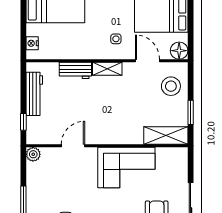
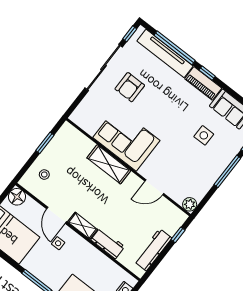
door: (148, 61) -> (57, 215), moved
stool: (171, 86) -> (44, 175), width x0.53, depth x0.53
shelving: (166, 136) -> (109, 164), moved

